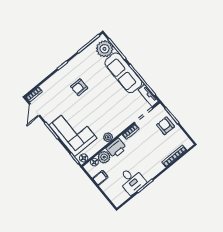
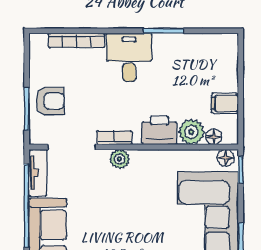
armchair: (165, 126) -> (50, 101), turned -90
plant: (108, 137) -> (120, 159), moved
desk: (132, 180) -> (129, 57), moved

